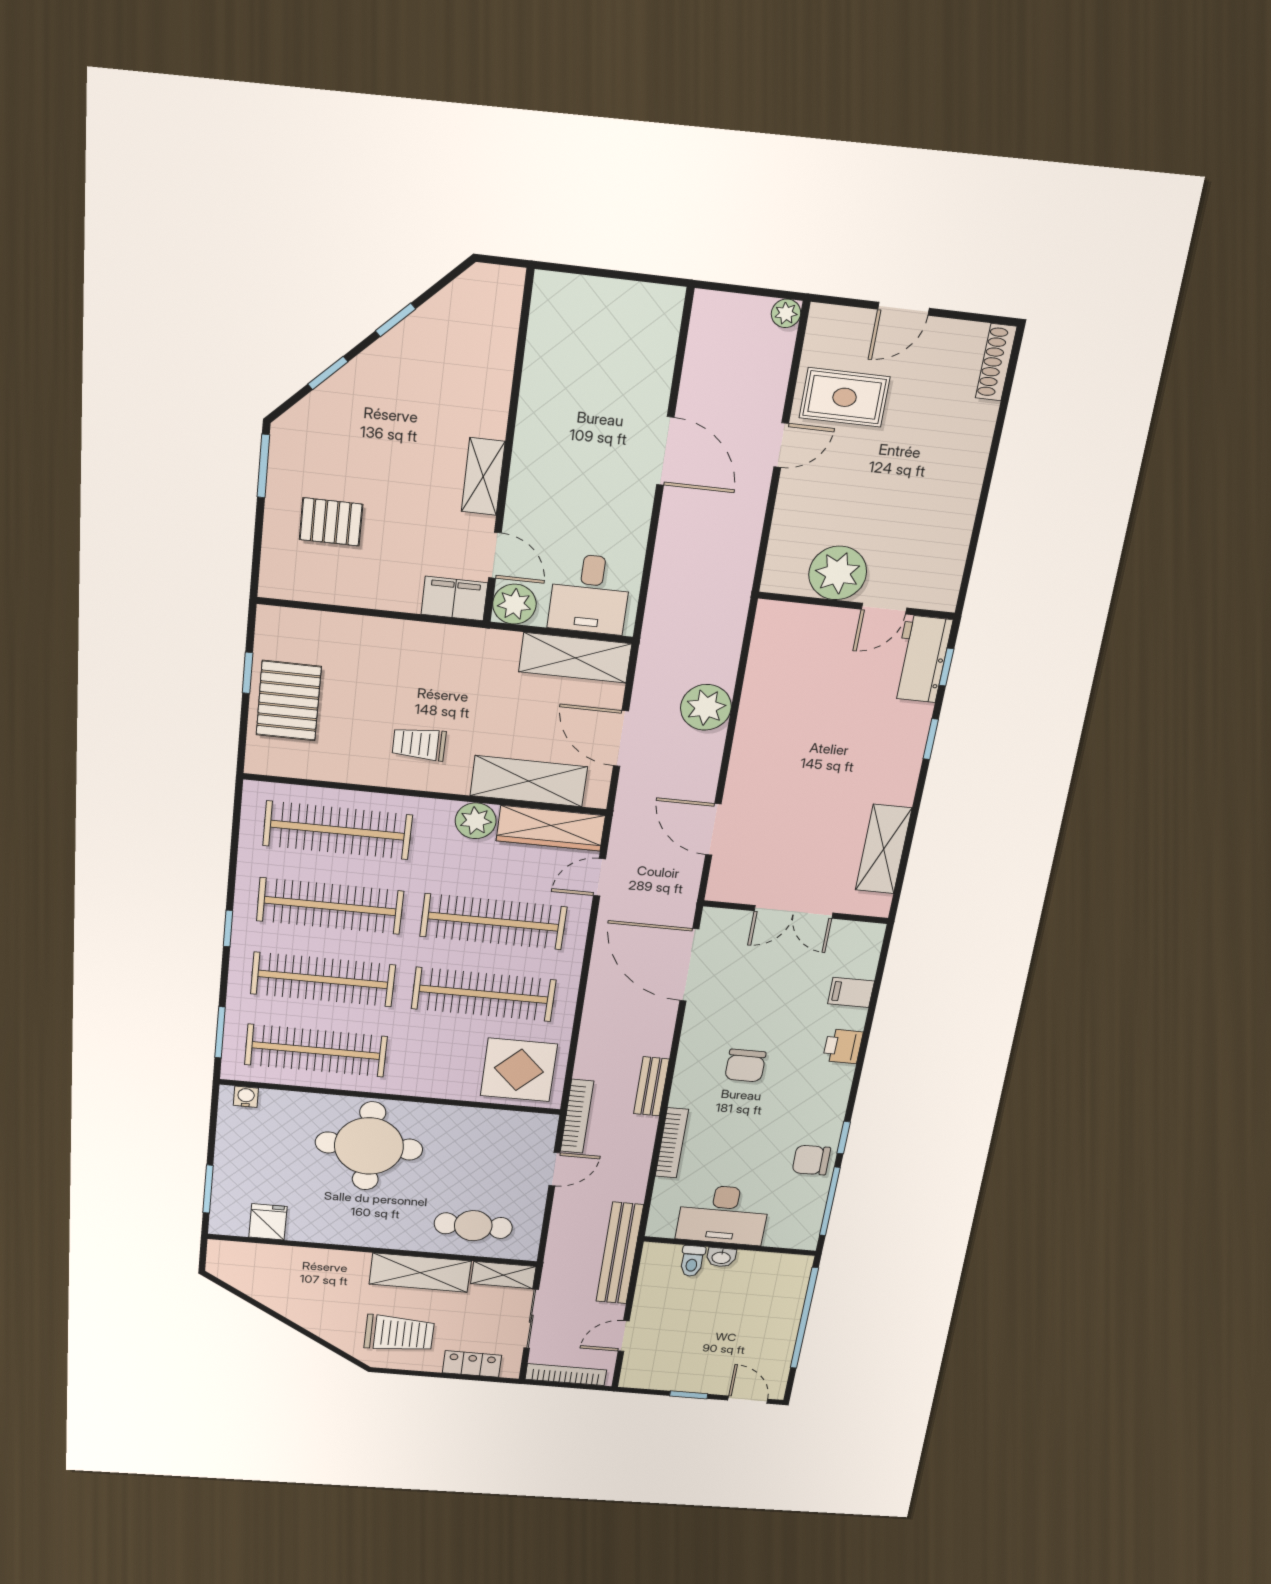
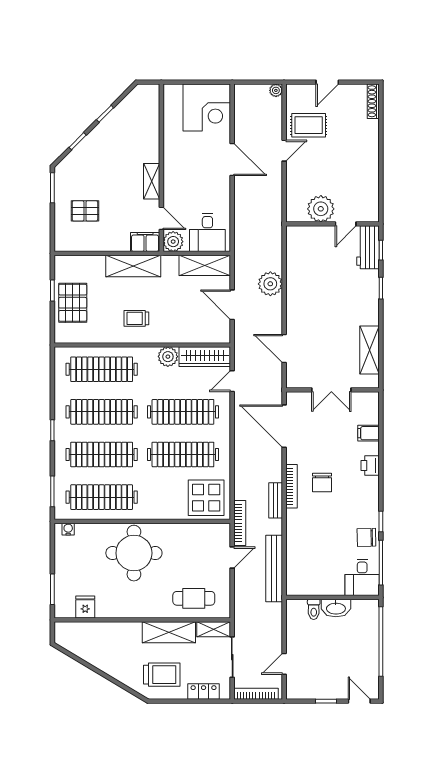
corner desk: (626, 333) -> (207, 108), added
shelving: (529, 781) -> (133, 266), moved
bookcase: (672, 1143) -> (291, 486), moved
desk: (723, 1215) -> (362, 577), moved, width x0.73
bench: (620, 1253) -> (274, 568), moved
washbasin: (721, 1257) -> (336, 608), width x1.91, depth x1.45

